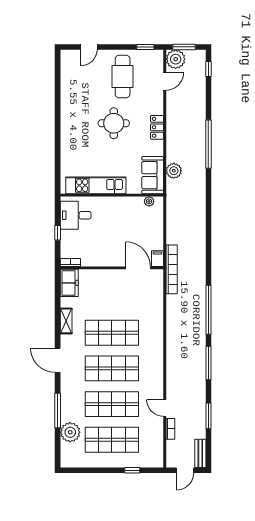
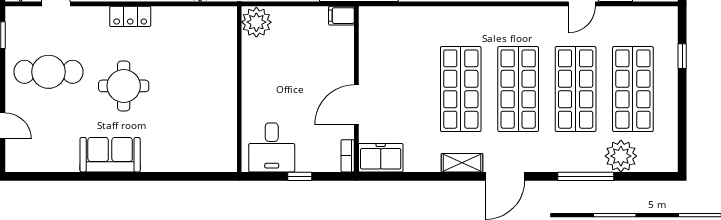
sofa: (153, 175) -> (110, 155), moved, turned 180
kitchen unit: (96, 185) -> (224, 115), removed
plant: (149, 201) -> (256, 22), width x1.88, depth x1.88
door: (138, 268) -> (356, 105), moved
shelving: (66, 321) -> (462, 163), moved

